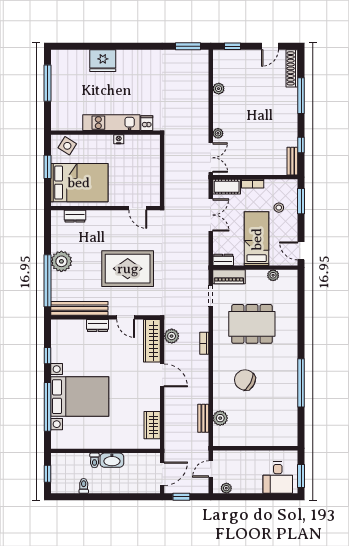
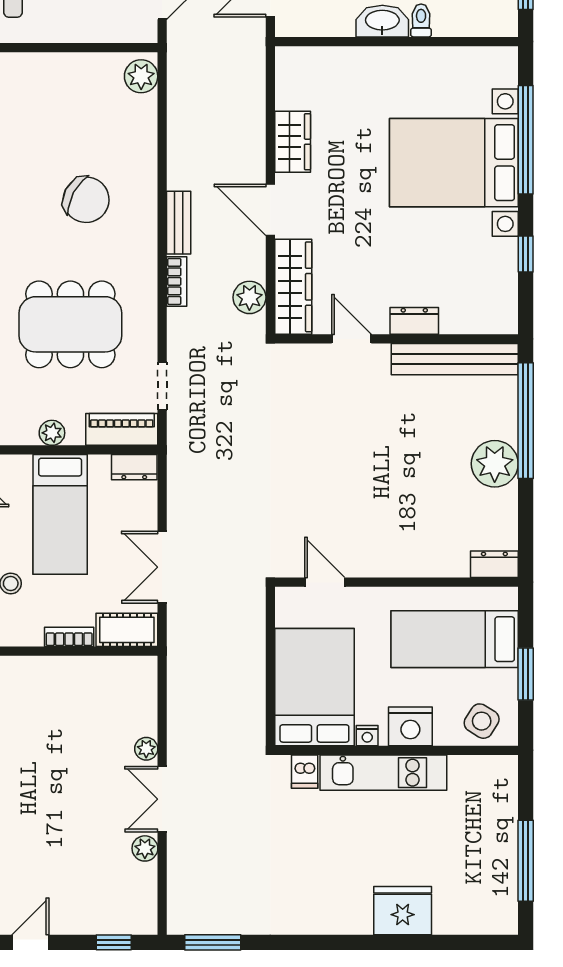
nightstand: (99, 143) -> (410, 726), added
double door: (211, 158) -> (162, 799), moved
bed: (142, 161) -> (314, 687), added
bed: (79, 183) -> (455, 639), width x0.67
dresser: (75, 216) -> (494, 564), moved
rug: (128, 269) -> (347, 448), removed
plant: (273, 275) -> (52, 433), moved
bench: (203, 418) -> (179, 223), moved
plant: (220, 418) -> (141, 76), moved
wardrobe: (152, 425) -> (293, 142), moved

